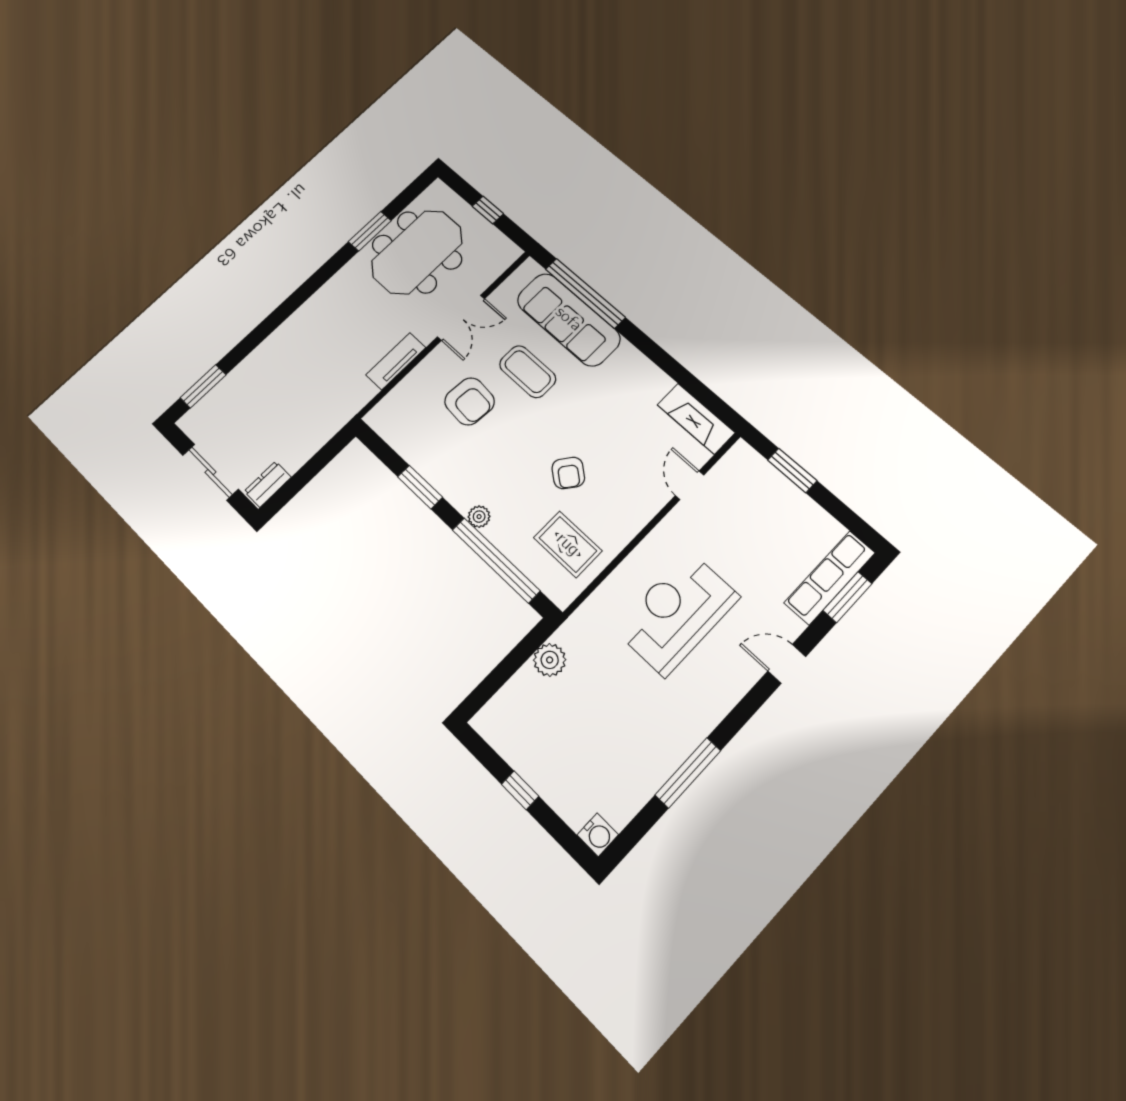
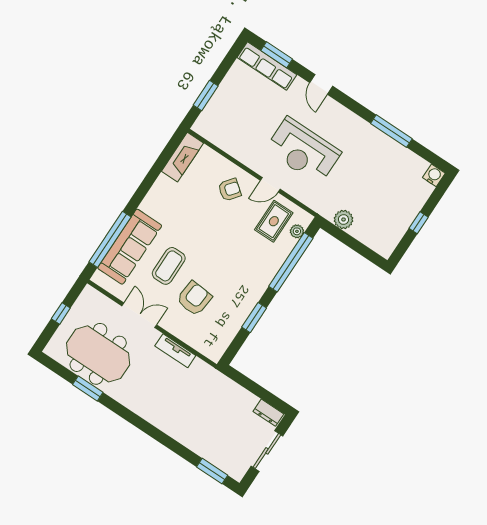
armchair: (568, 473) -> (230, 190), moved
door: (690, 485) -> (270, 185), moved
plant: (479, 517) -> (297, 231), moved

